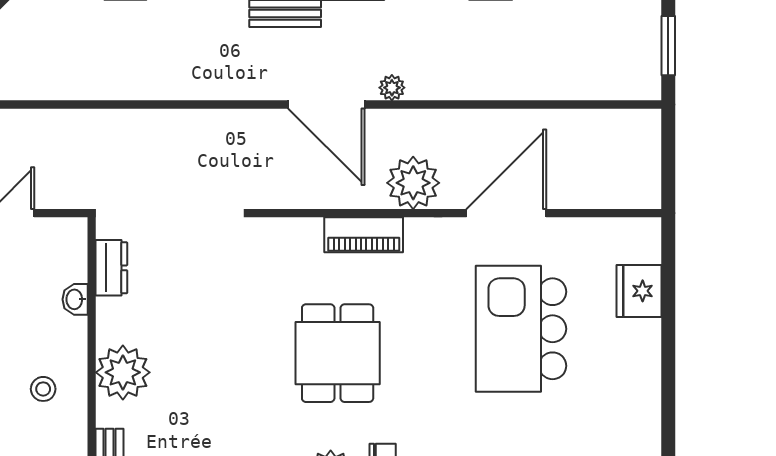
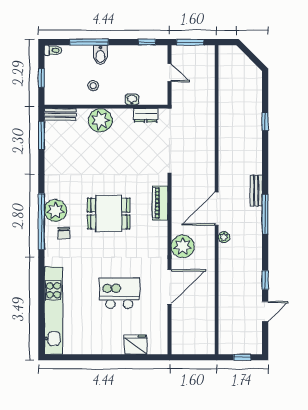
window: (668, 46) -> (242, 357), width x0.67
door: (506, 213) -> (170, 287), hinge flipped
piano: (364, 235) -> (160, 203), moved
kitchen island: (521, 329) -> (119, 293), width x0.73, depth x0.78

